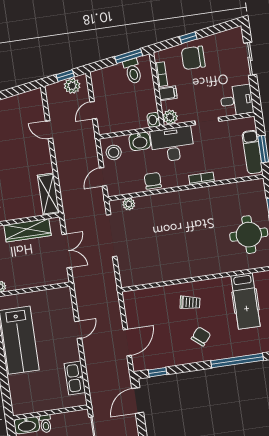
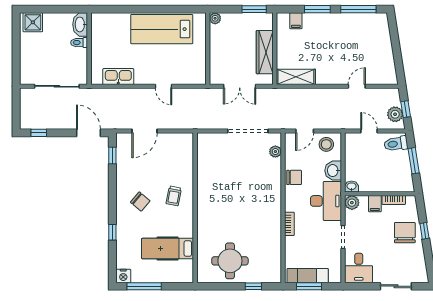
window: (129, 56) -> (414, 161), moved
toilet: (133, 71) -> (396, 144), moved
door: (103, 177) -> (305, 131), swing flipped
door: (127, 343) -> (145, 131), hinge flipped
window: (237, 361) -> (112, 232), width x0.32

